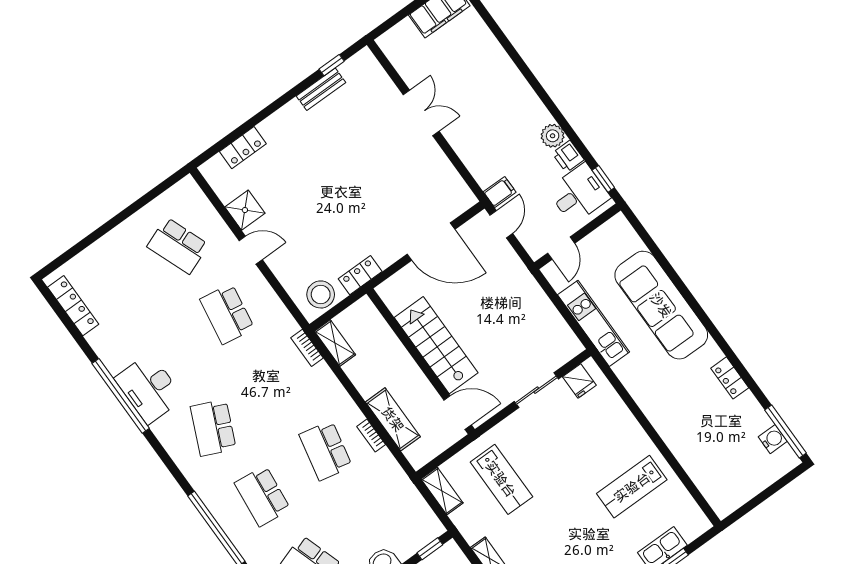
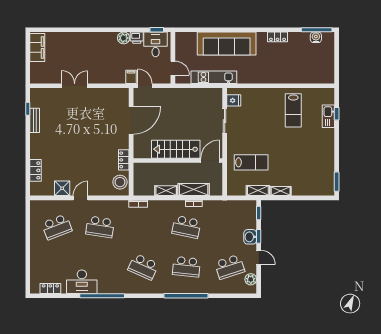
locker: (73, 306) -> (50, 288), width x0.66
shelving: (335, 343) -> (166, 191), moved
desk: (149, 388) -> (82, 282), moved
shelving: (442, 491) -> (258, 191), moved

